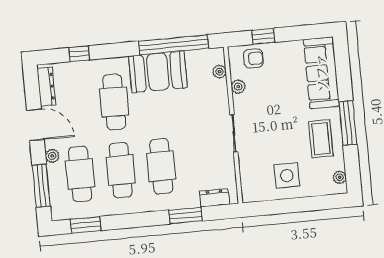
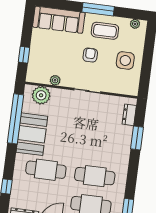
armchair: (253, 58) -> (90, 55), moved
plant: (219, 72) -> (41, 95), width x1.88, depth x1.88
cafe table: (161, 166) -> (99, 147), removed

